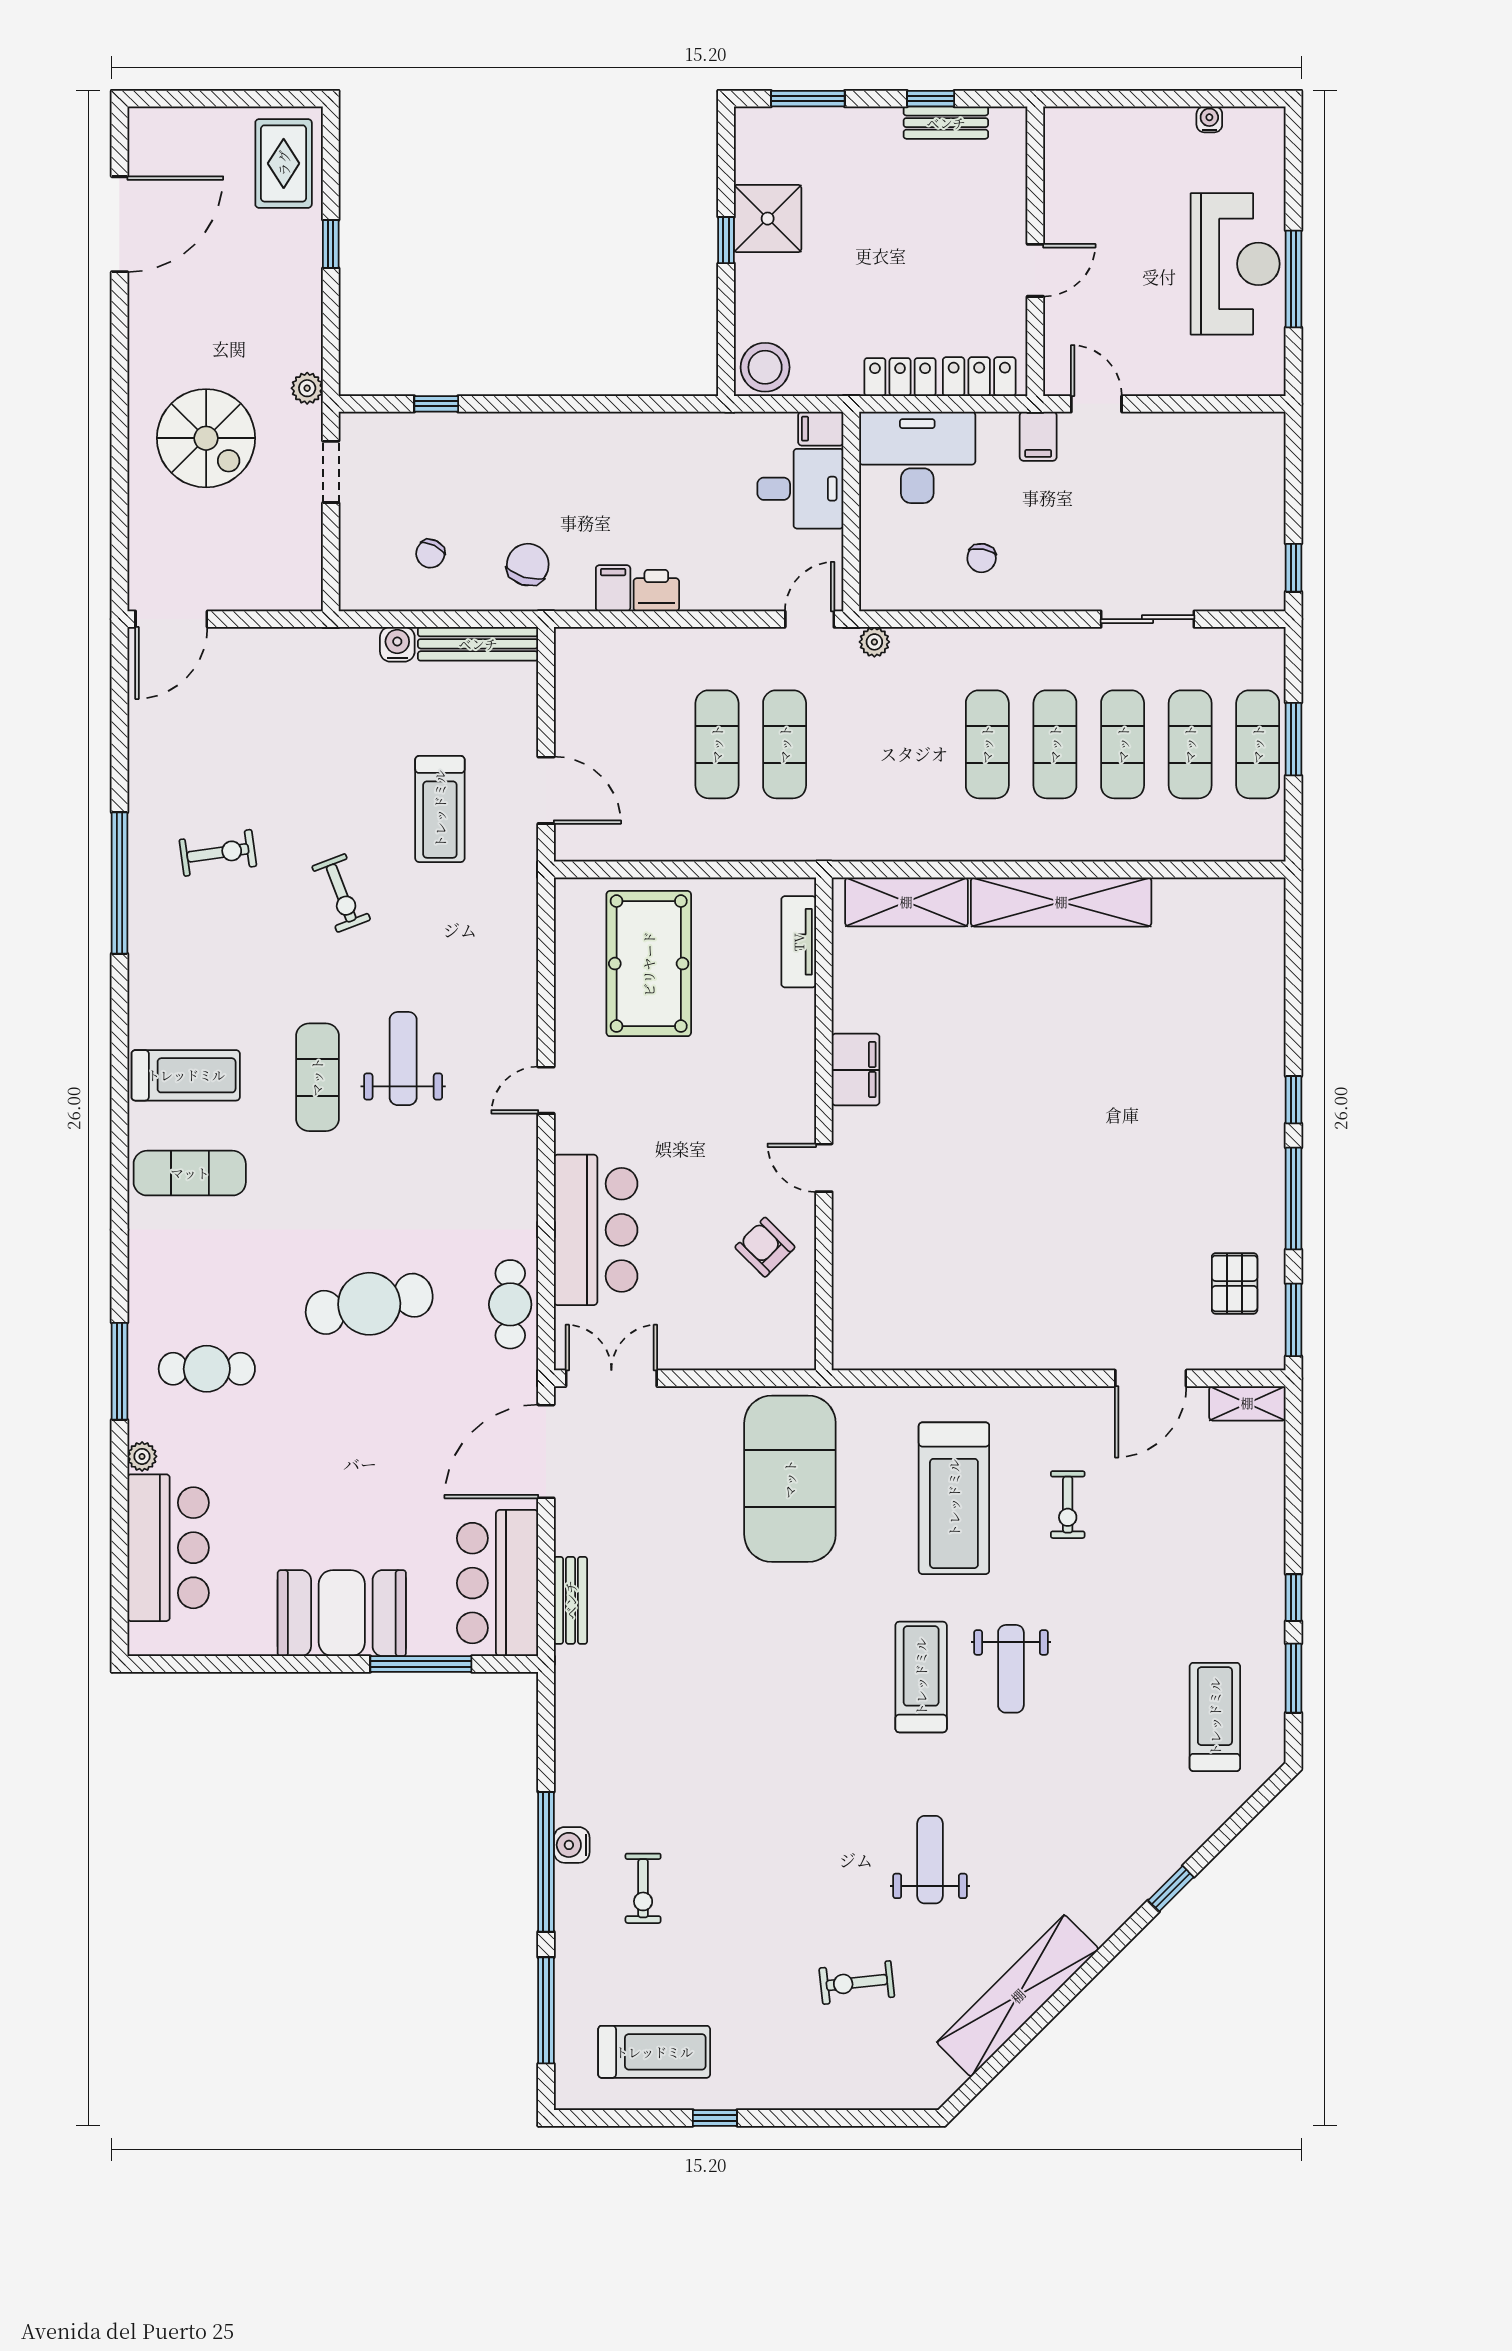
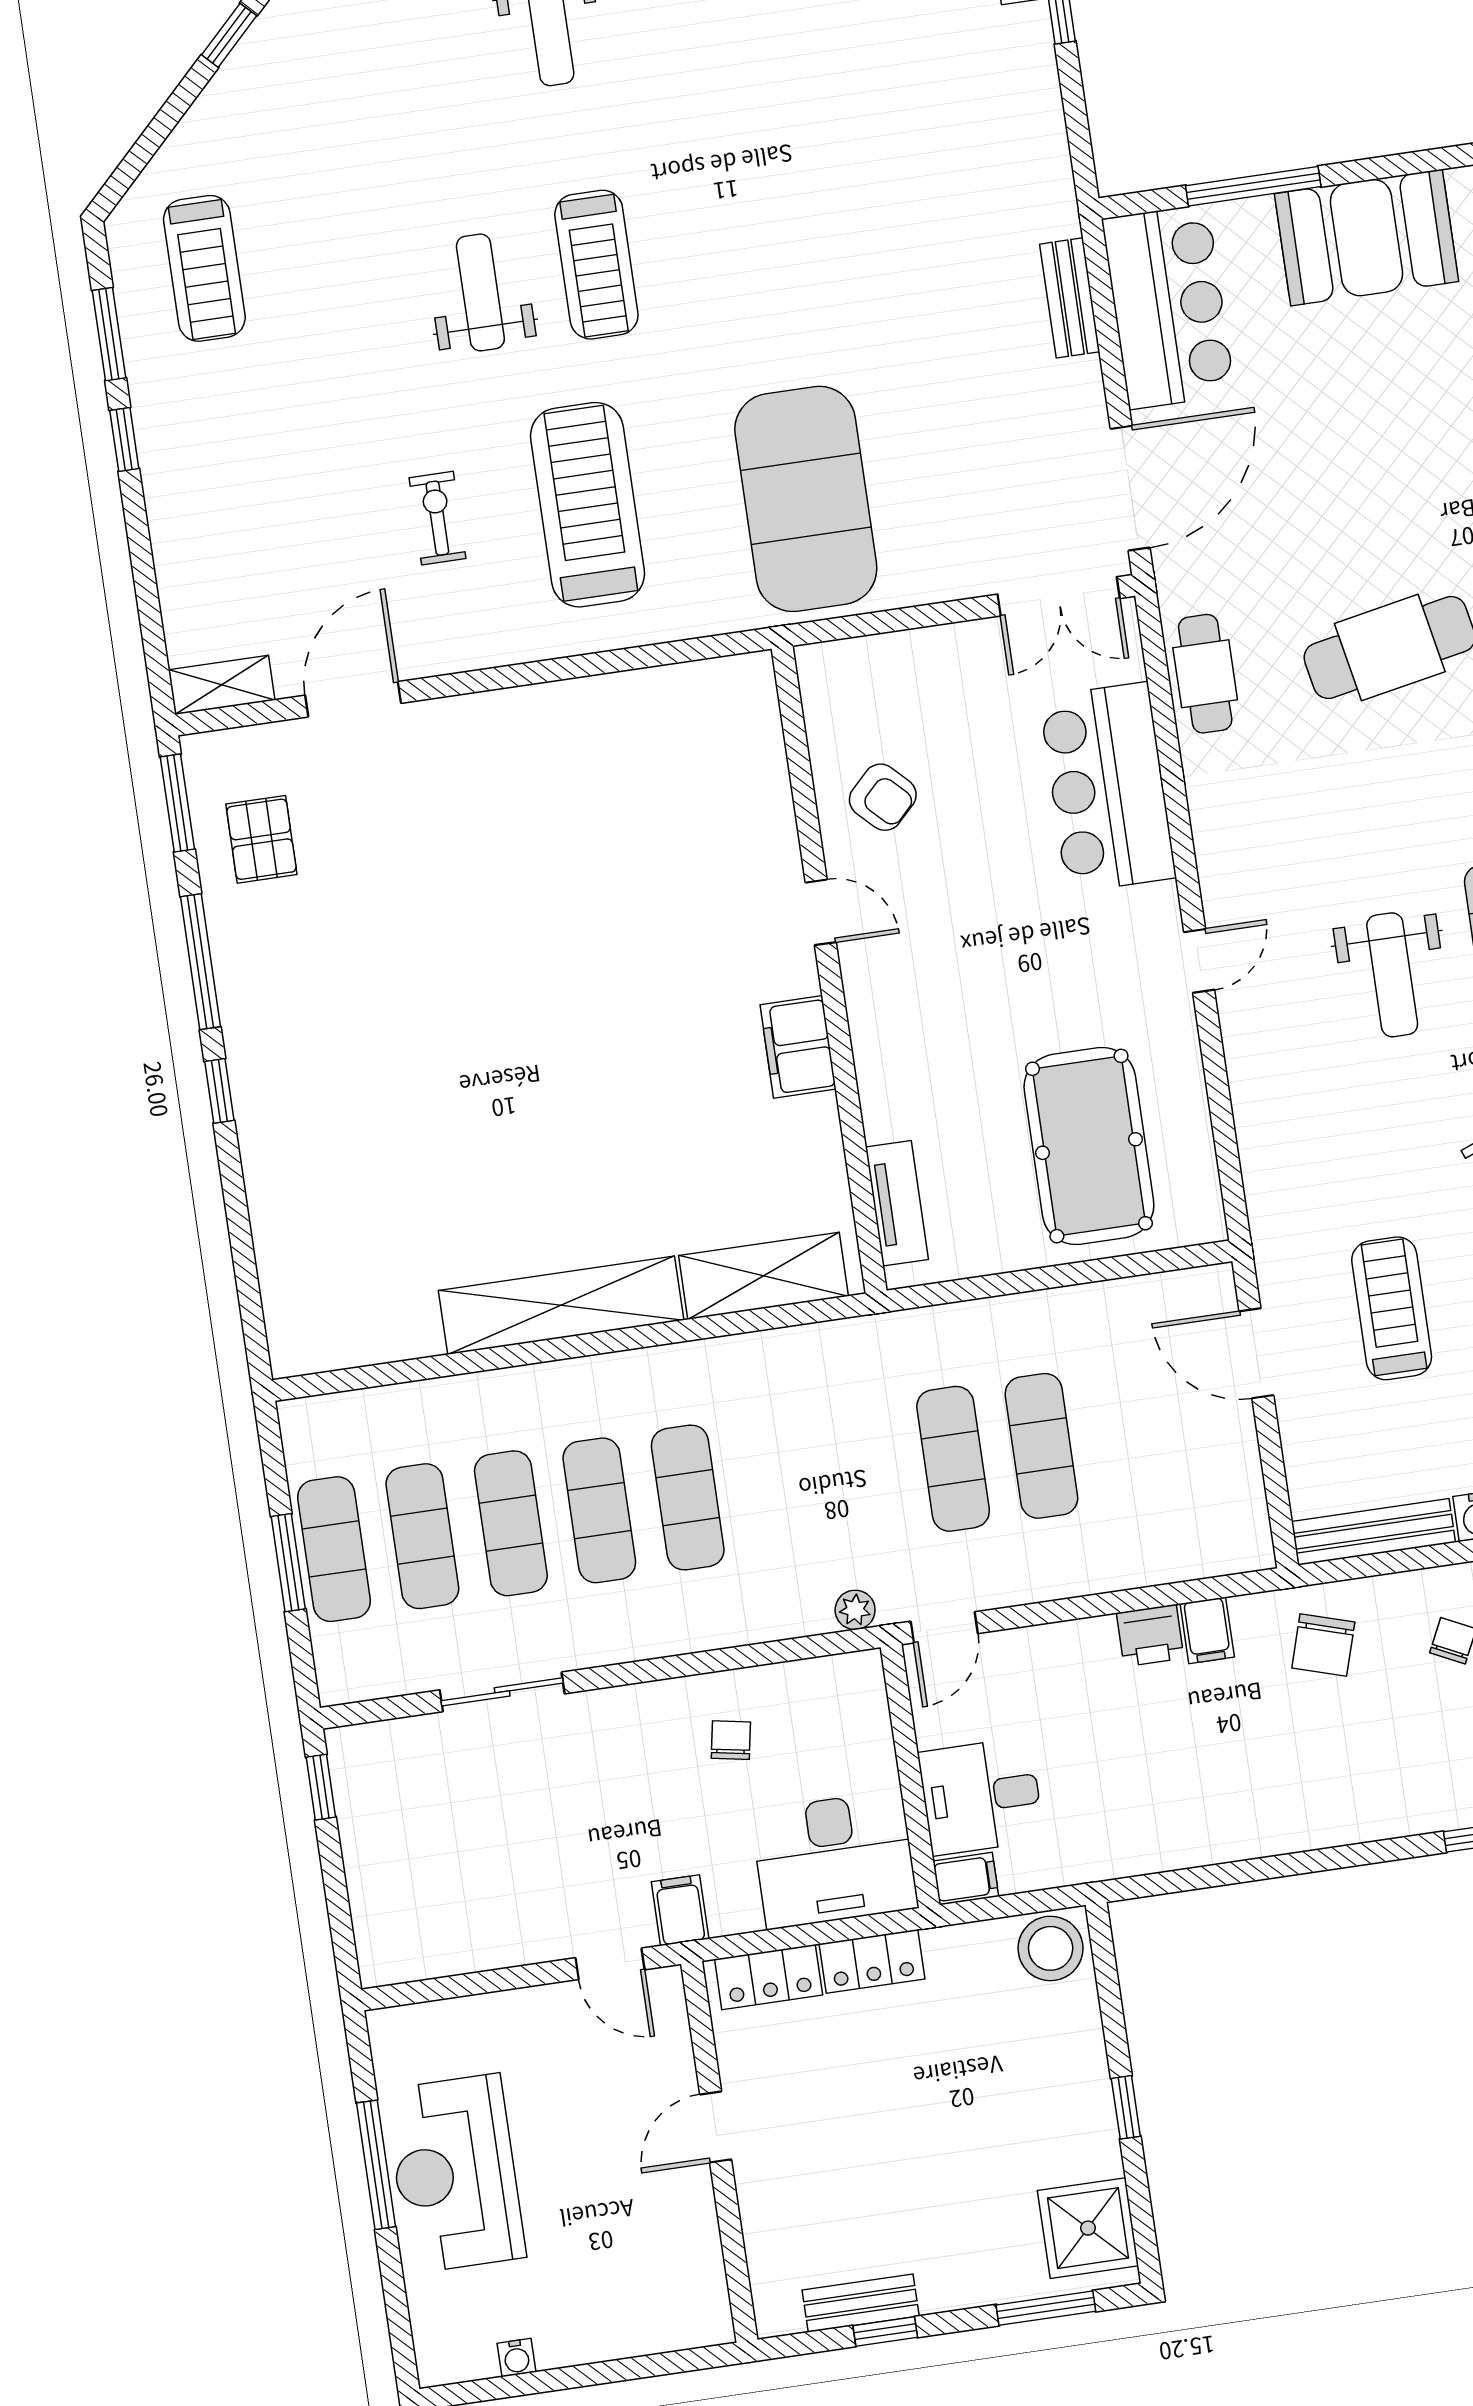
shower: (768, 219) -> (1088, 2228), moved

